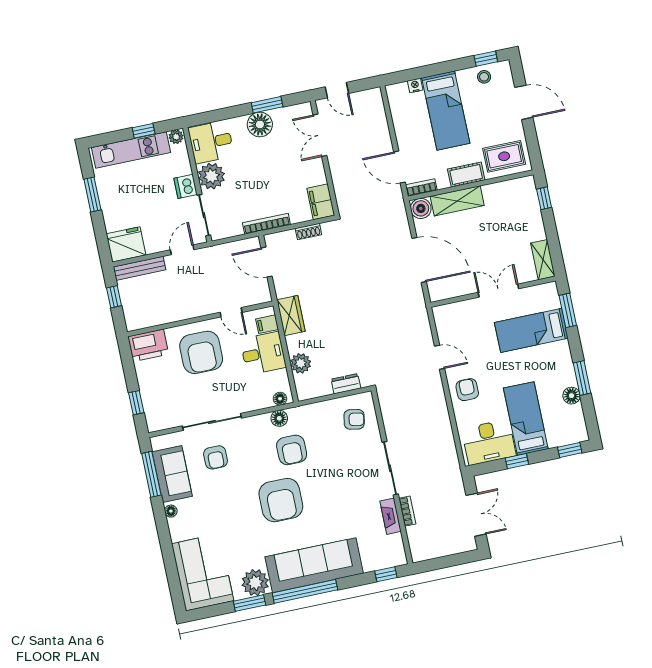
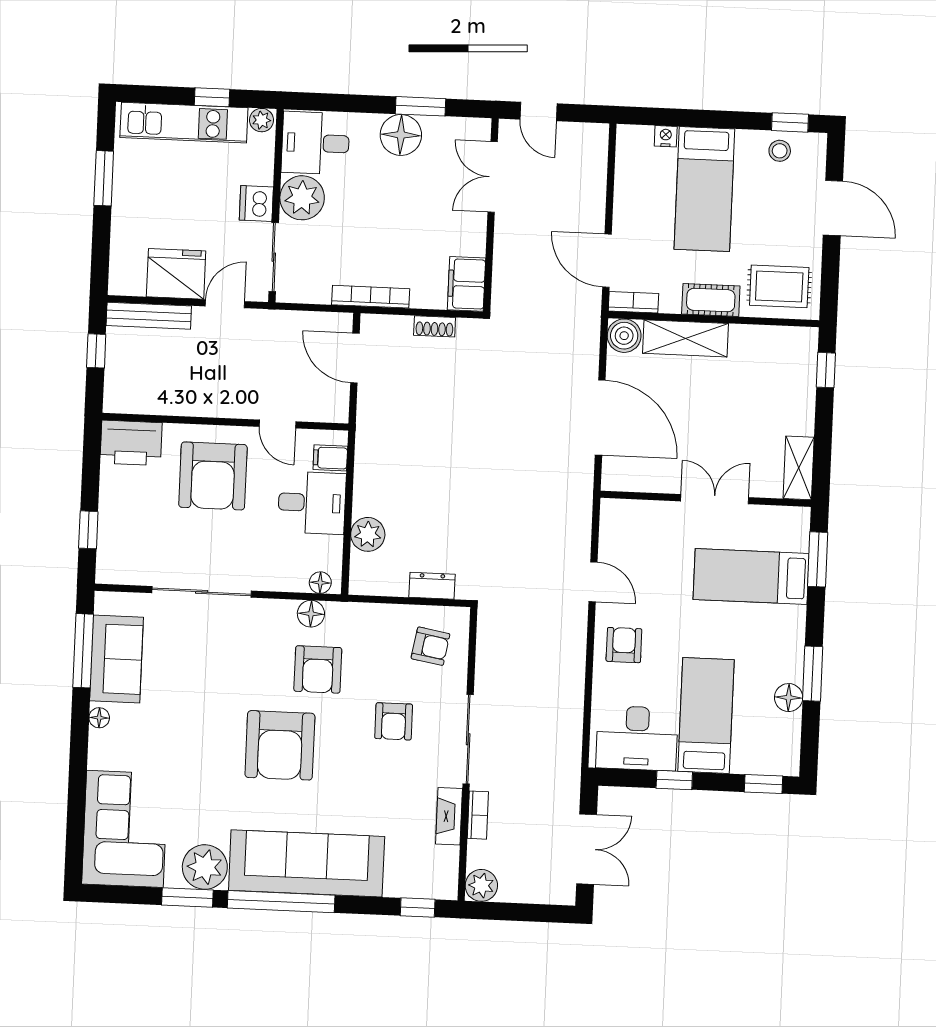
fridge: (126, 244) -> (176, 274), moved
wardrobe: (291, 316) -> (372, 454), removed
armchair: (216, 457) -> (394, 721), moved
plant: (420, 552) -> (481, 885), added

